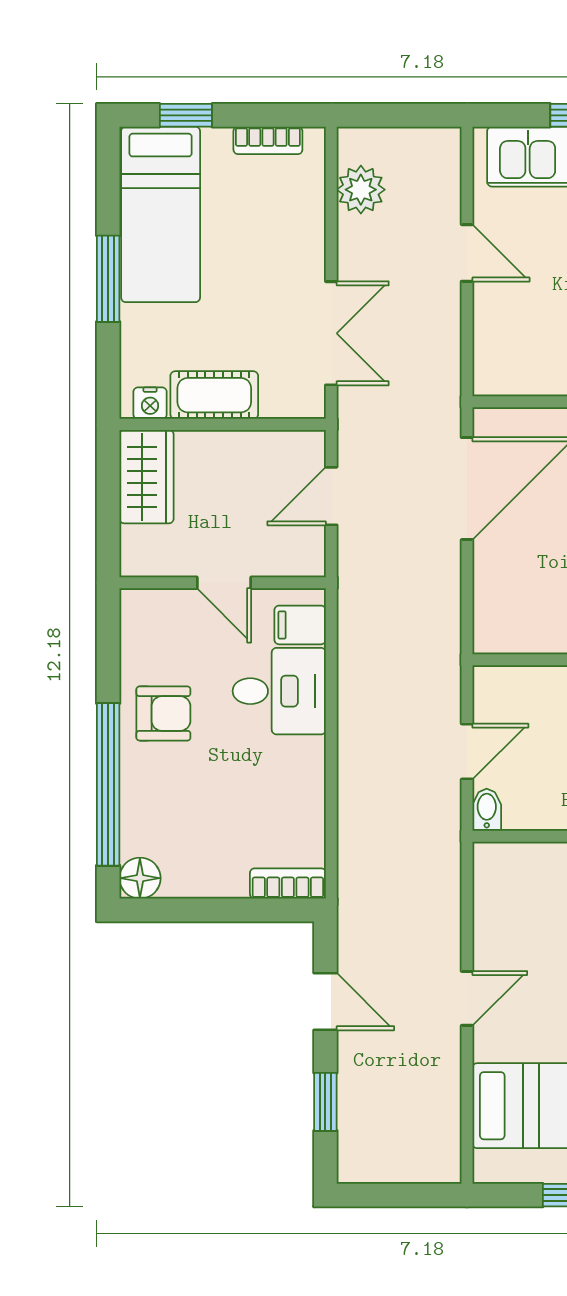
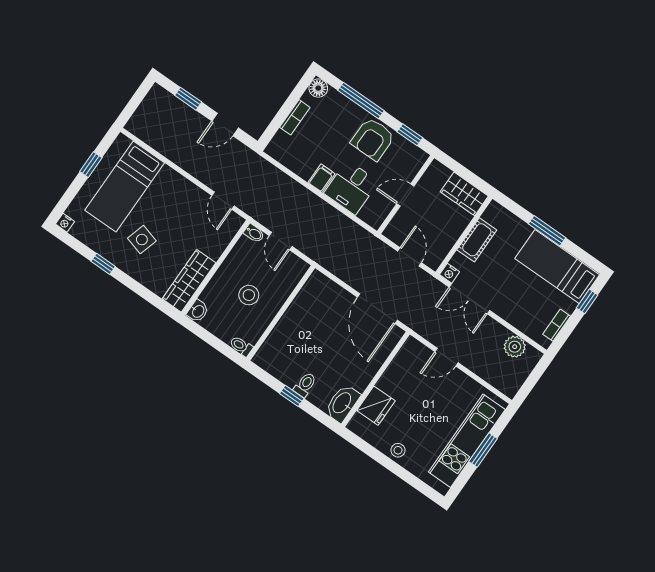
door: (467, 253) -> (446, 357), moved
nightstand: (150, 403) -> (450, 273), moved, turned -90
filing cabinet: (300, 625) -> (321, 178), moved
window: (108, 651) -> (410, 135), added
armchair: (163, 713) -> (373, 139), width x1.38, depth x1.38
window: (108, 784) -> (361, 101), width x0.68
bookcase: (288, 884) -> (295, 117), moved
door: (467, 998) -> (223, 201), moved

